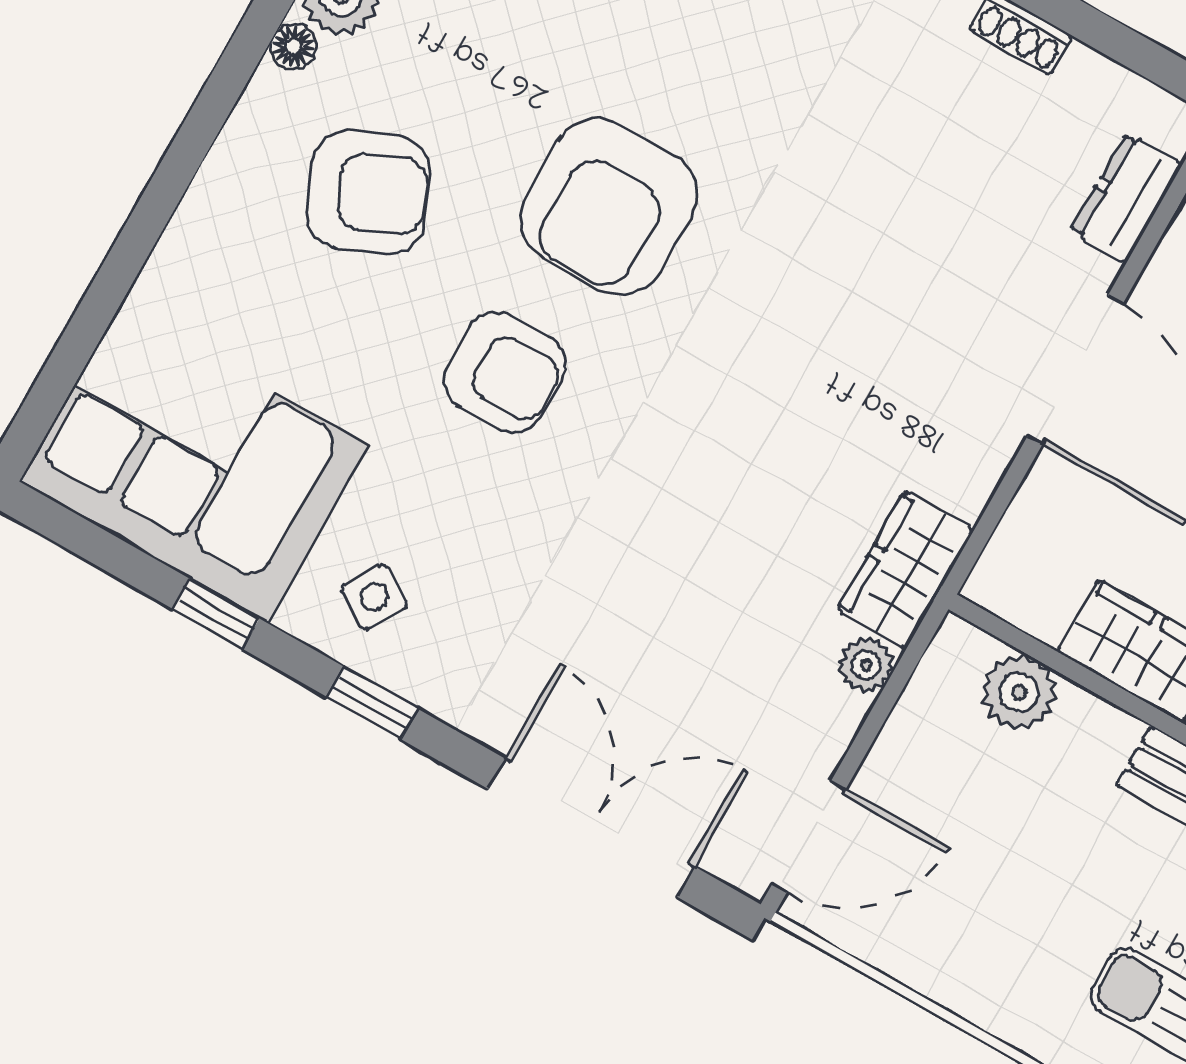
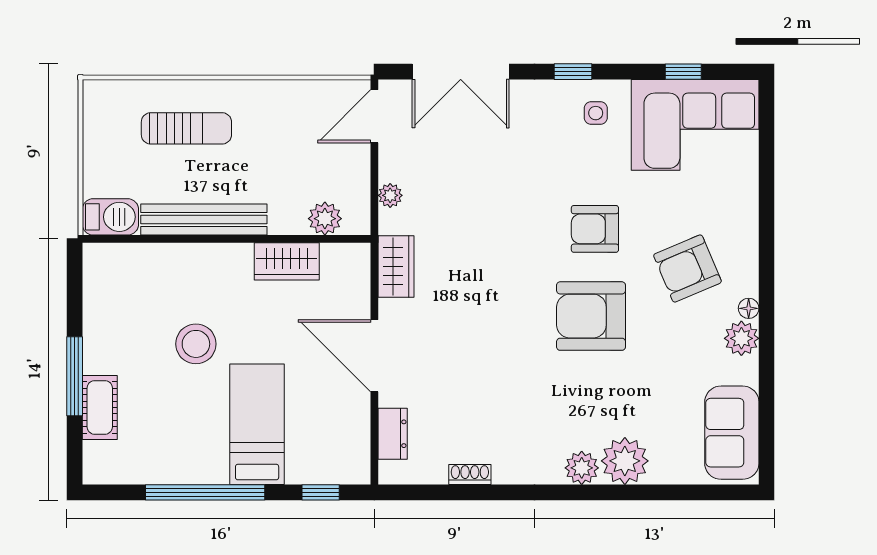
armchair: (609, 207) -> (591, 316), turned -90
wardrobe: (905, 570) -> (396, 266), moved
side table: (374, 597) -> (596, 113), turned -31
window: (216, 614) -> (683, 72), moved

